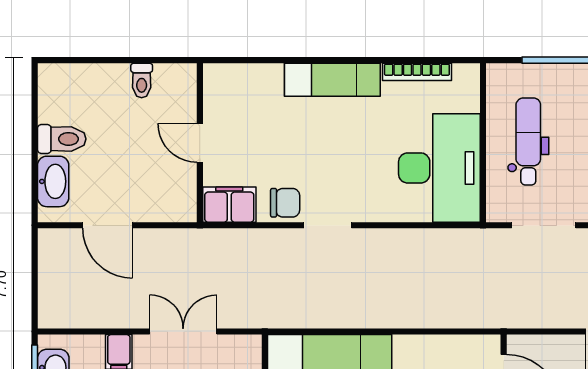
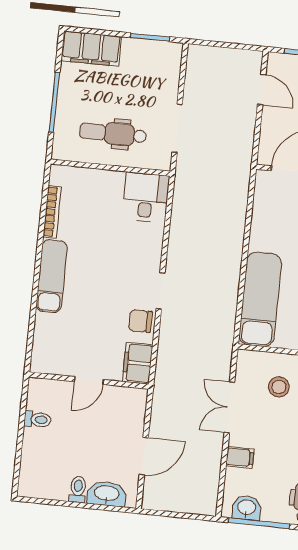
toilet: (62, 139) -> (78, 489), width x0.73, depth x0.72
desk: (439, 168) -> (146, 197), width x0.53, depth x0.77
chair: (285, 203) -> (140, 321), turned -90

